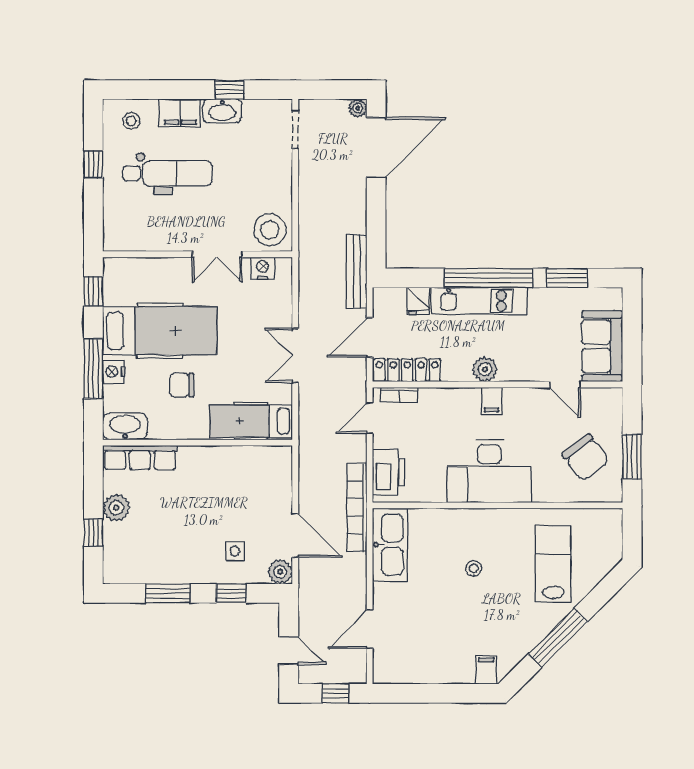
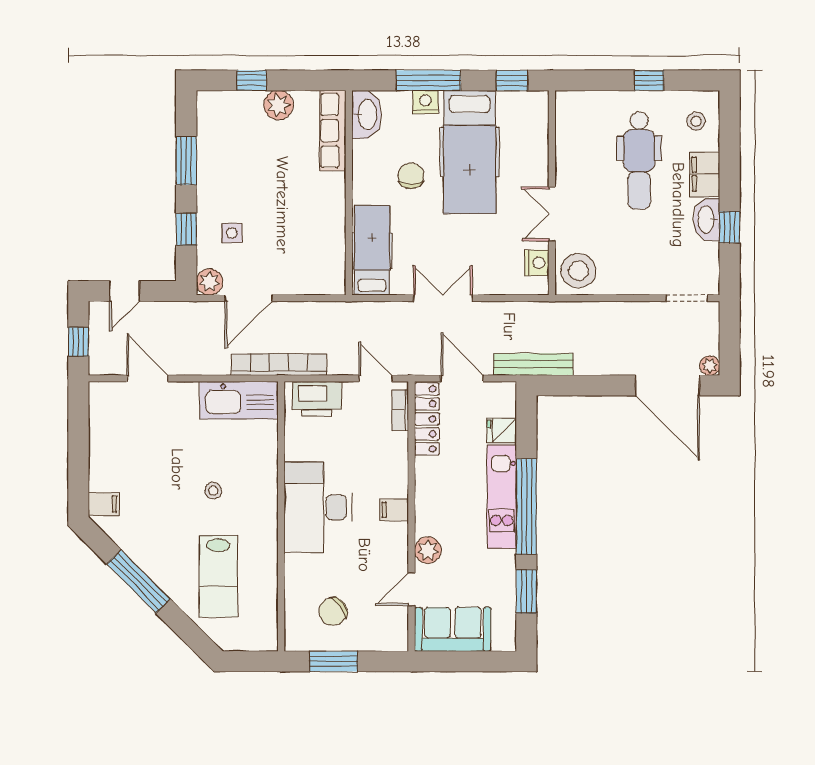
plant: (485, 369) -> (428, 550), moved
chair: (586, 457) -> (333, 612), width x0.73, depth x0.73
lab bench: (553, 564) -> (218, 576), turned 90

